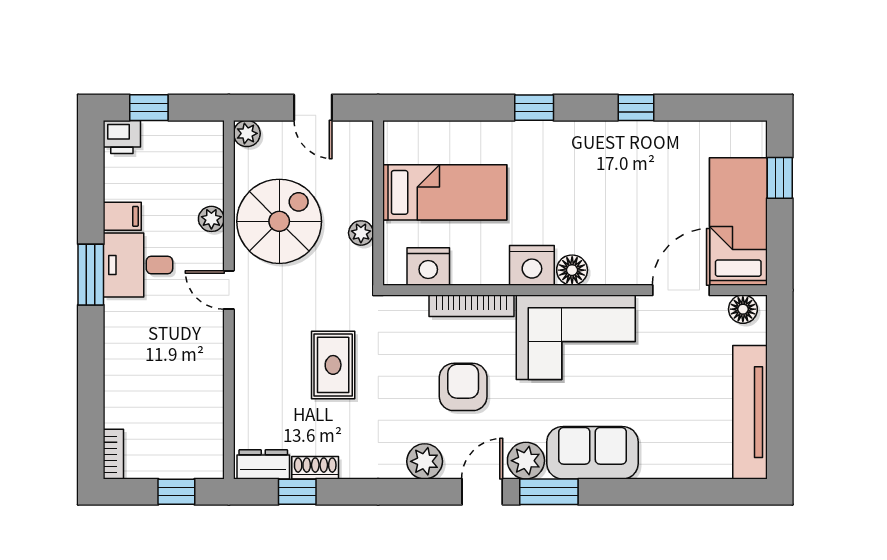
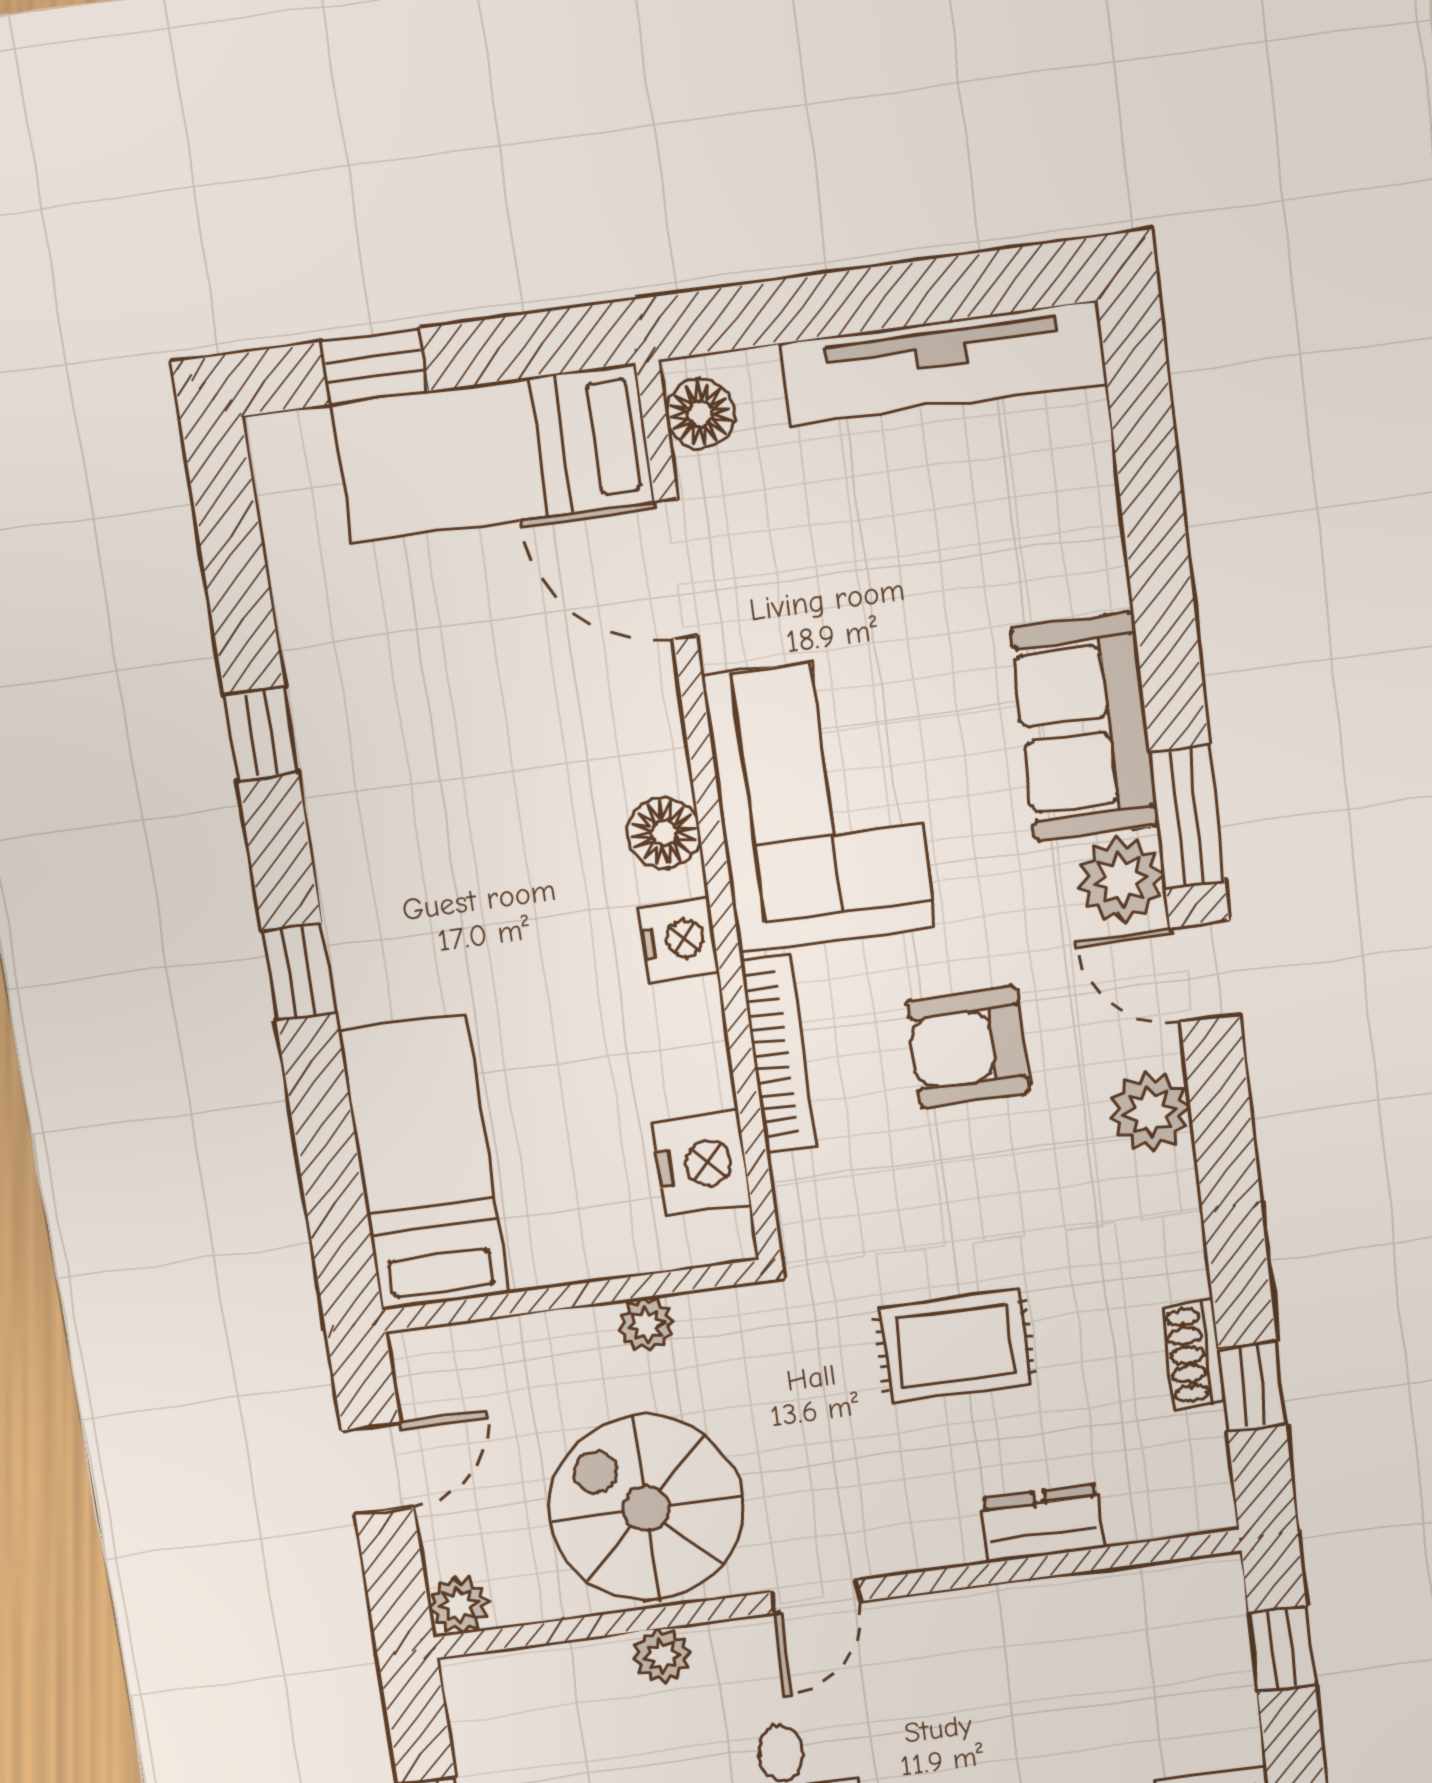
bed: (445, 192) -> (424, 1163), moved
nightstand: (532, 265) -> (679, 939), width x0.74, depth x0.75
dresser: (263, 464) -> (1042, 1523), moved, turned 90

